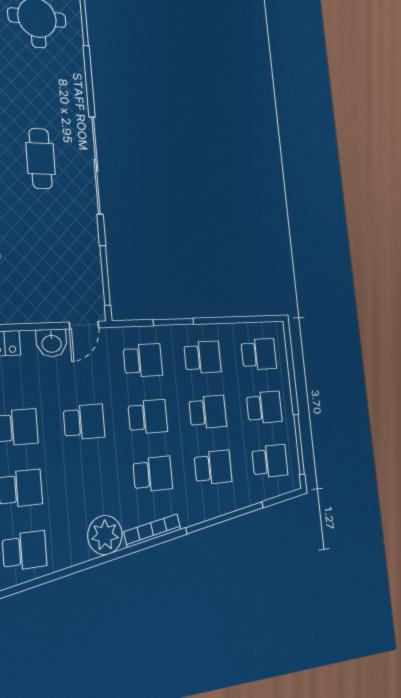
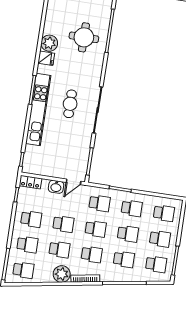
school desk: (89, 481) -> (59, 249), added

